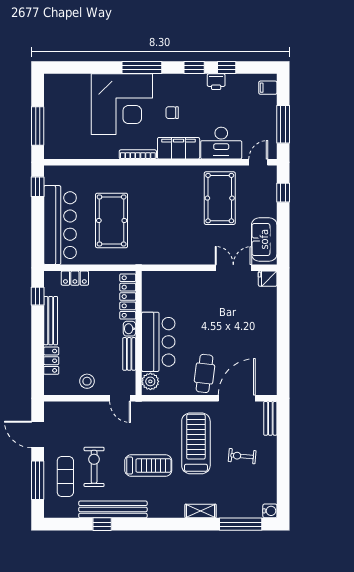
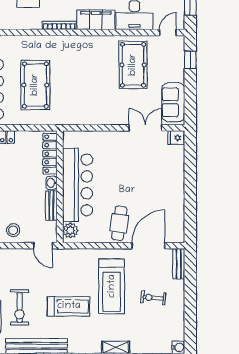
bar counter: (158, 342) -> (78, 185), width x1.36
treadmill: (196, 443) -> (112, 286), turned 180
exercise bike: (94, 467) -> (20, 308), turned 180

